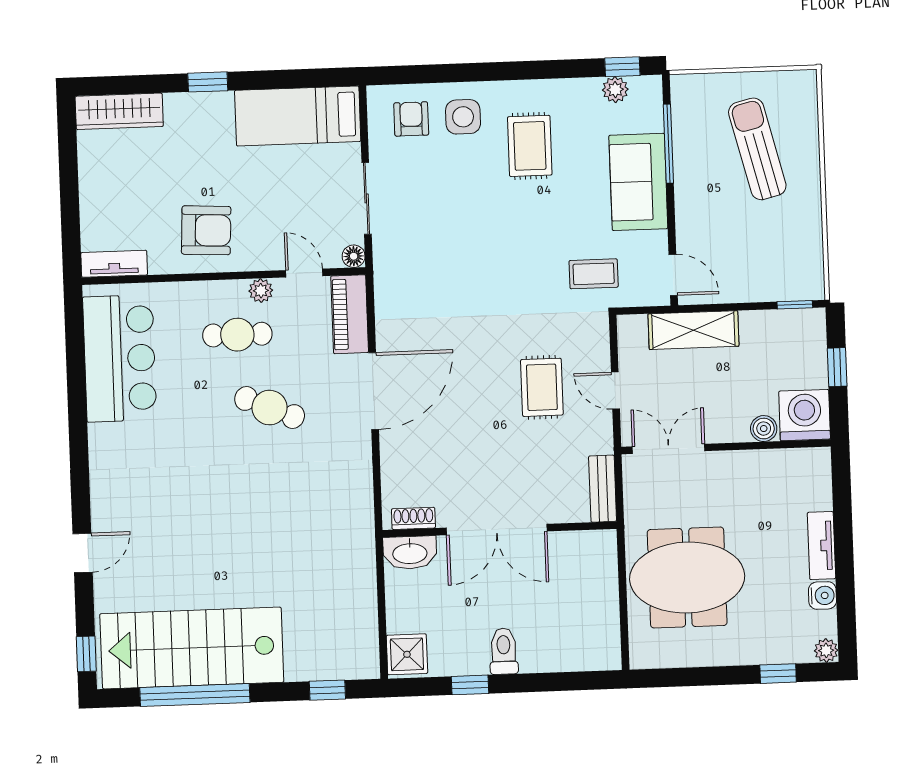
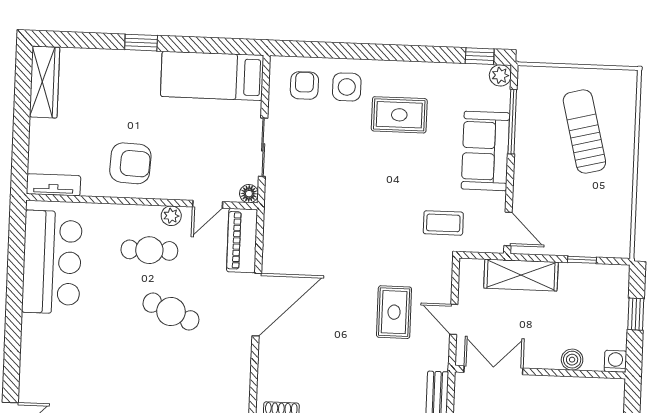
plant: (615, 90) -> (500, 75), moved
wardrobe: (119, 111) -> (44, 82), moved, turned -90
rug: (530, 146) -> (399, 115), turned 90
door: (304, 273) -> (208, 204), swing flipped
window: (795, 305) -> (582, 260), moved
washing machine: (805, 415) -> (615, 361), width x0.53, depth x0.53

